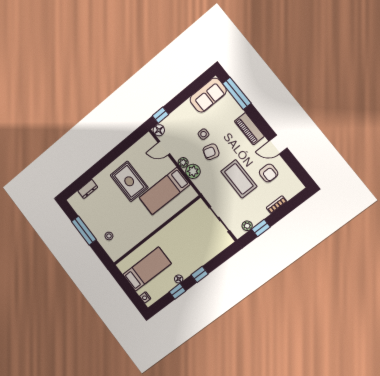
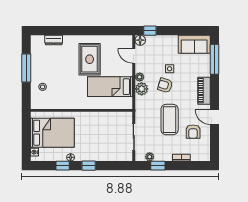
bed: (147, 269) -> (52, 133), width x1.50

